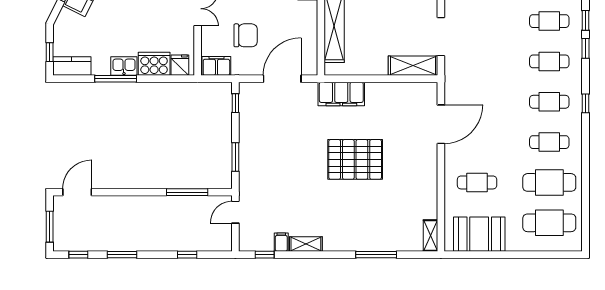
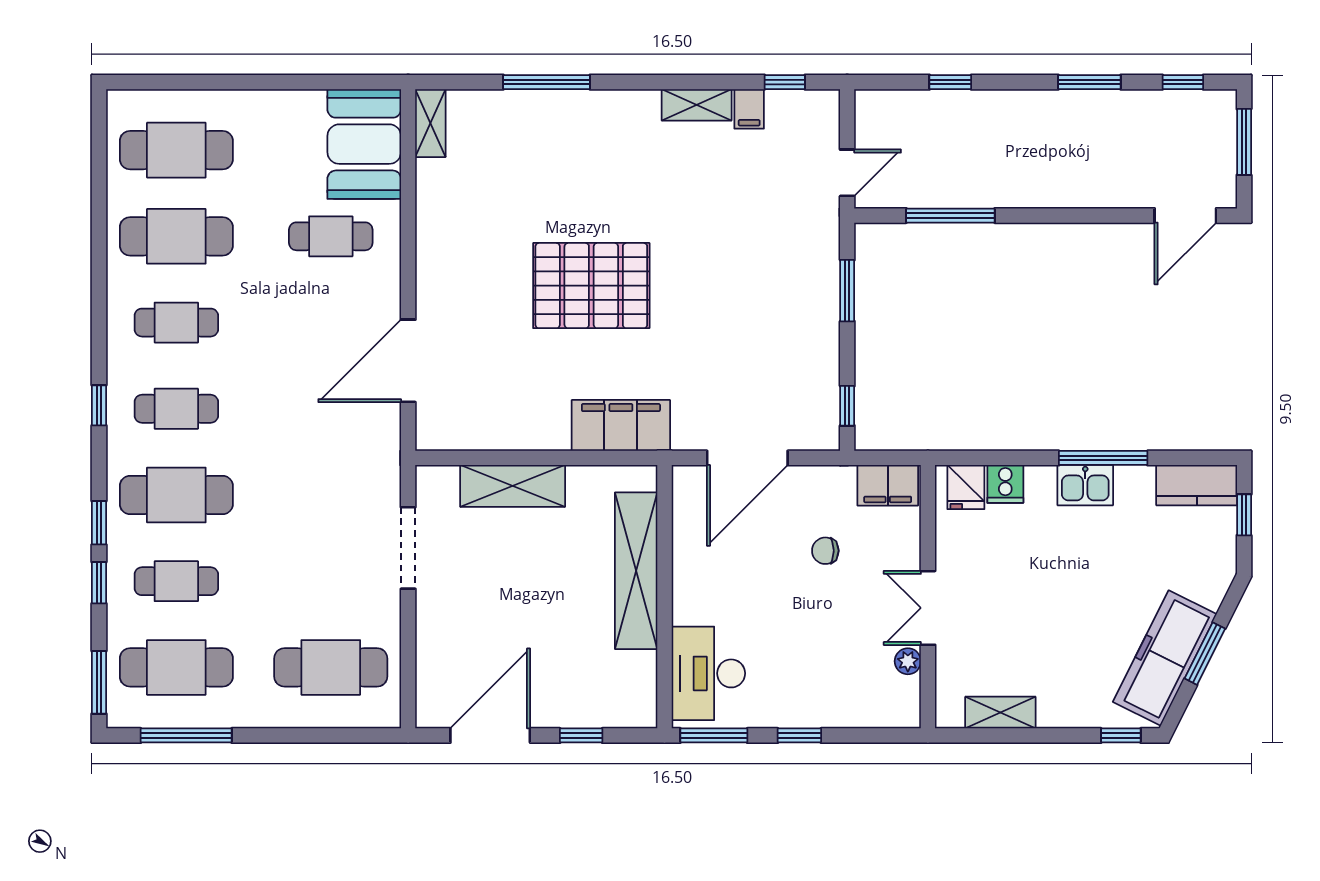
chair: (246, 35) -> (825, 551), width x0.54, depth x0.54
cafe table: (549, 61) -> (176, 495), width x1.37, depth x1.35
cooker: (154, 64) -> (1005, 484), width x0.53, depth x0.76
shelving: (413, 66) -> (513, 486), moved
booth: (479, 234) -> (364, 144), moved, turned 90

